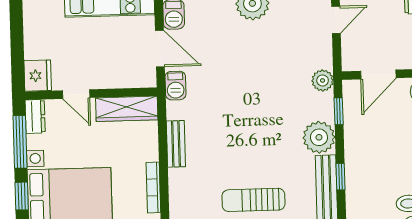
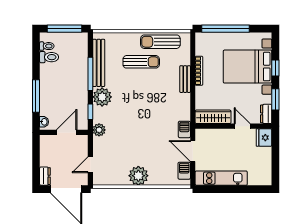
window: (20, 142) -> (275, 99), width x0.69
bench: (176, 144) -> (185, 79), moved
window: (341, 177) -> (90, 74), width x2.17

